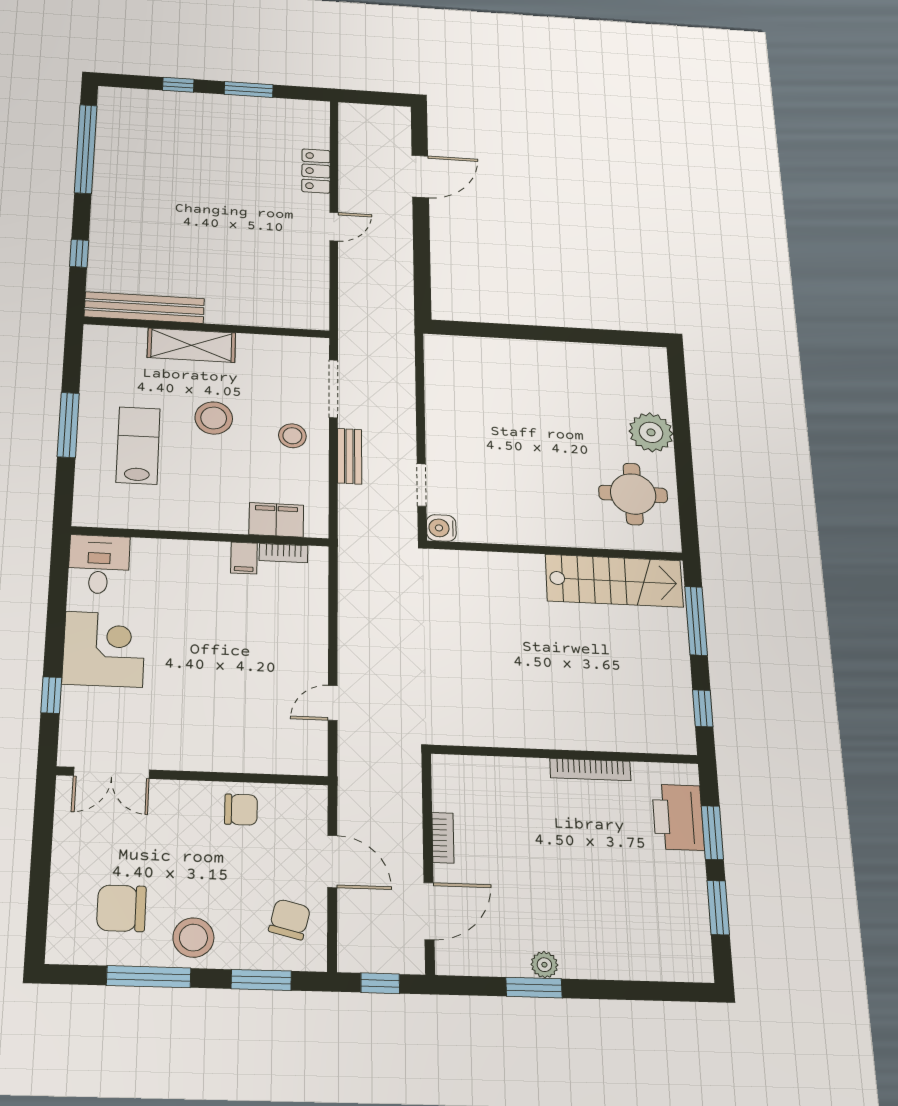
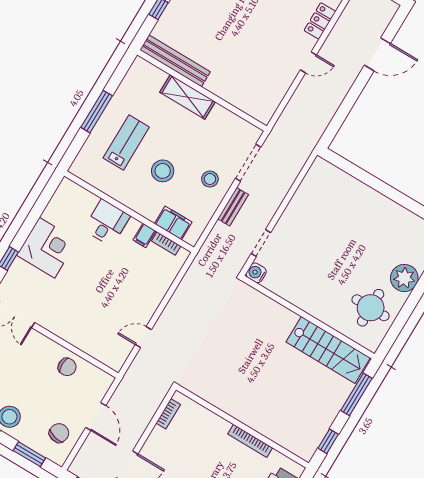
stool: (214, 418) -> (163, 171), moved
desk: (99, 564) -> (107, 223), moved
bookcase: (443, 838) -> (168, 414), moved

